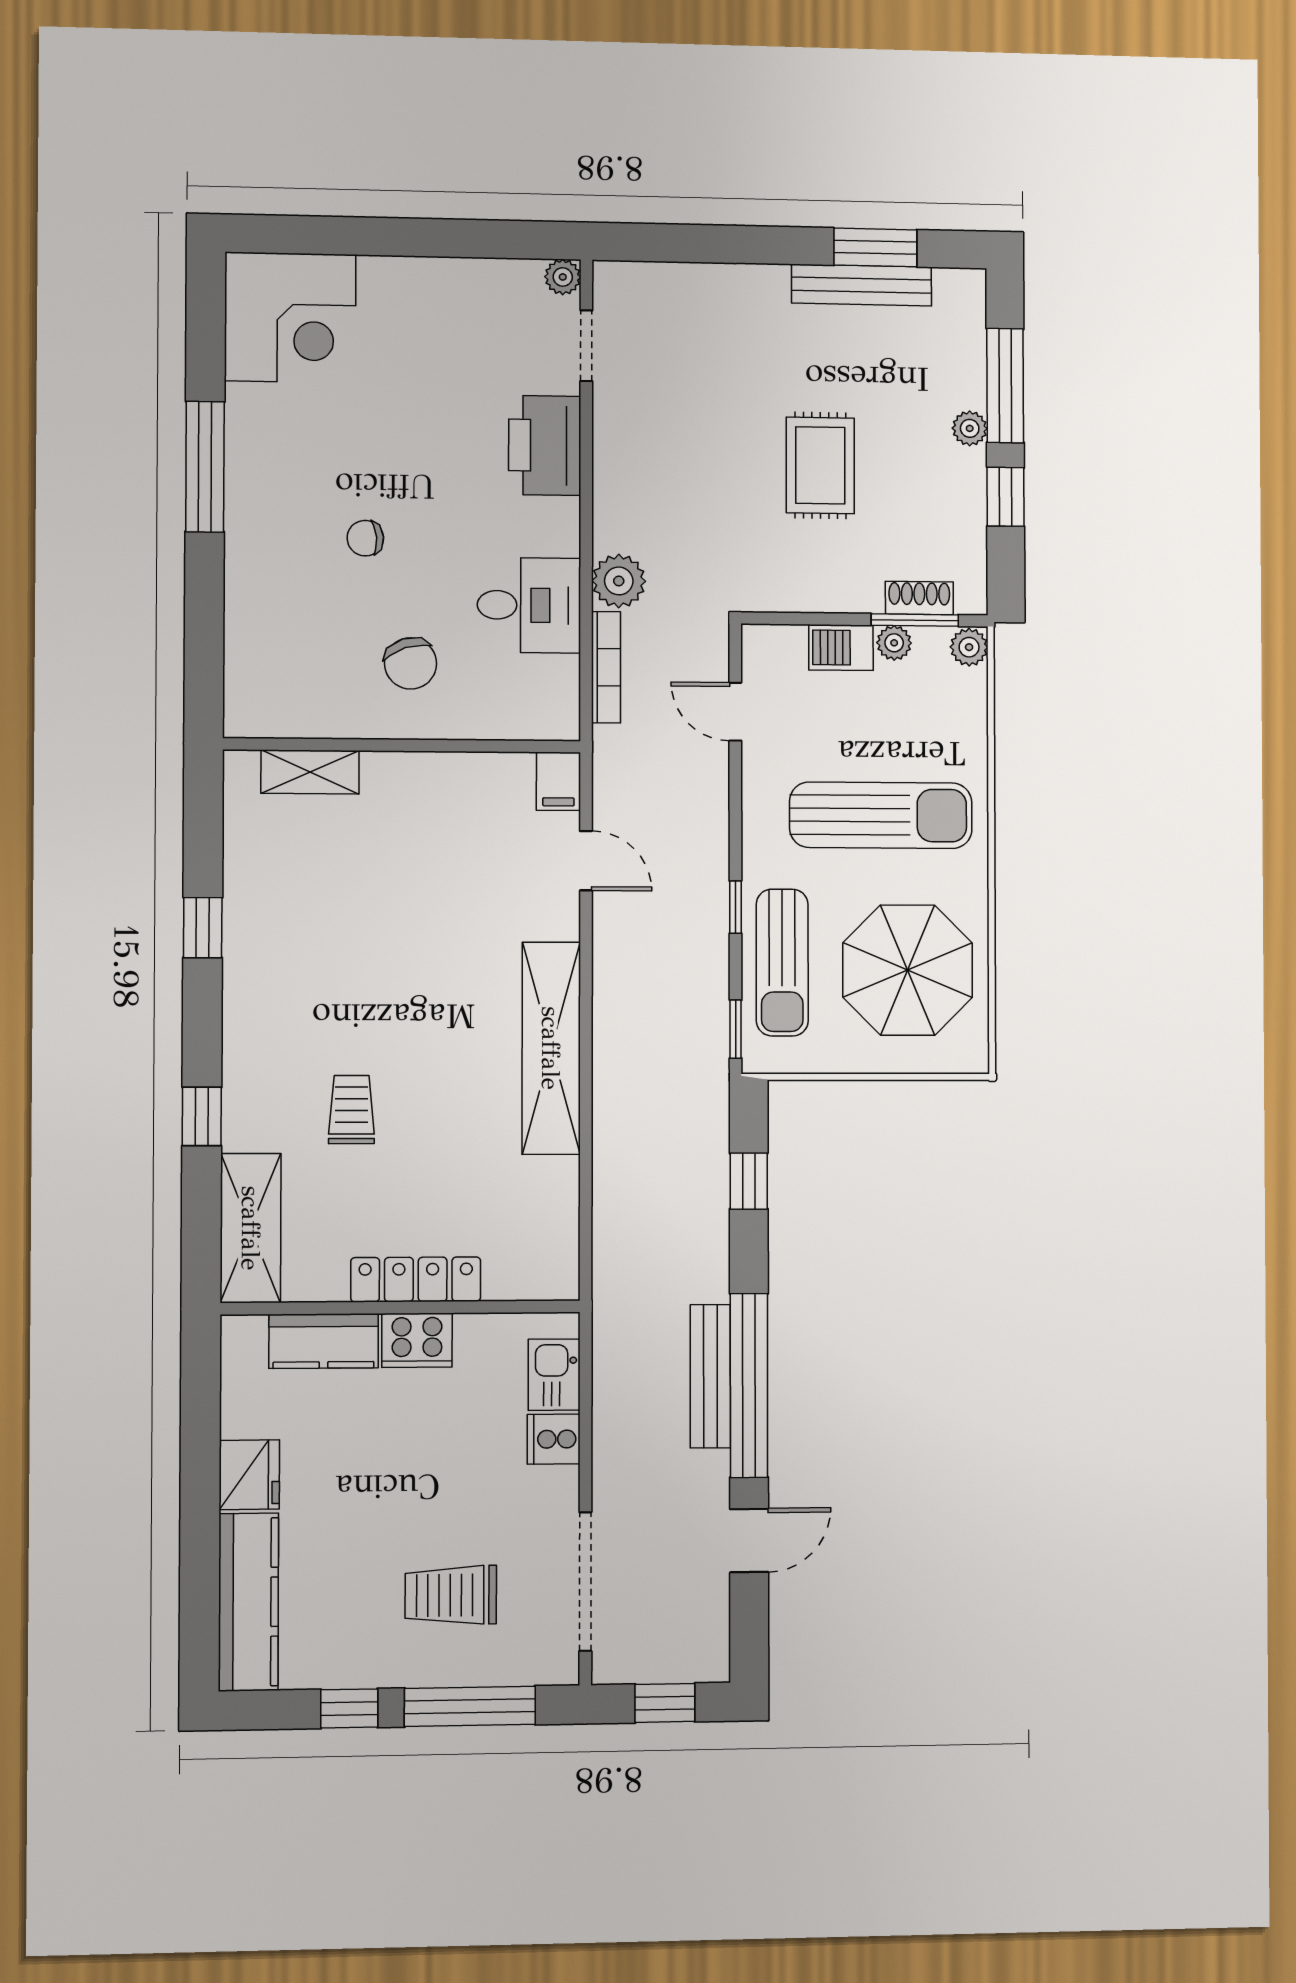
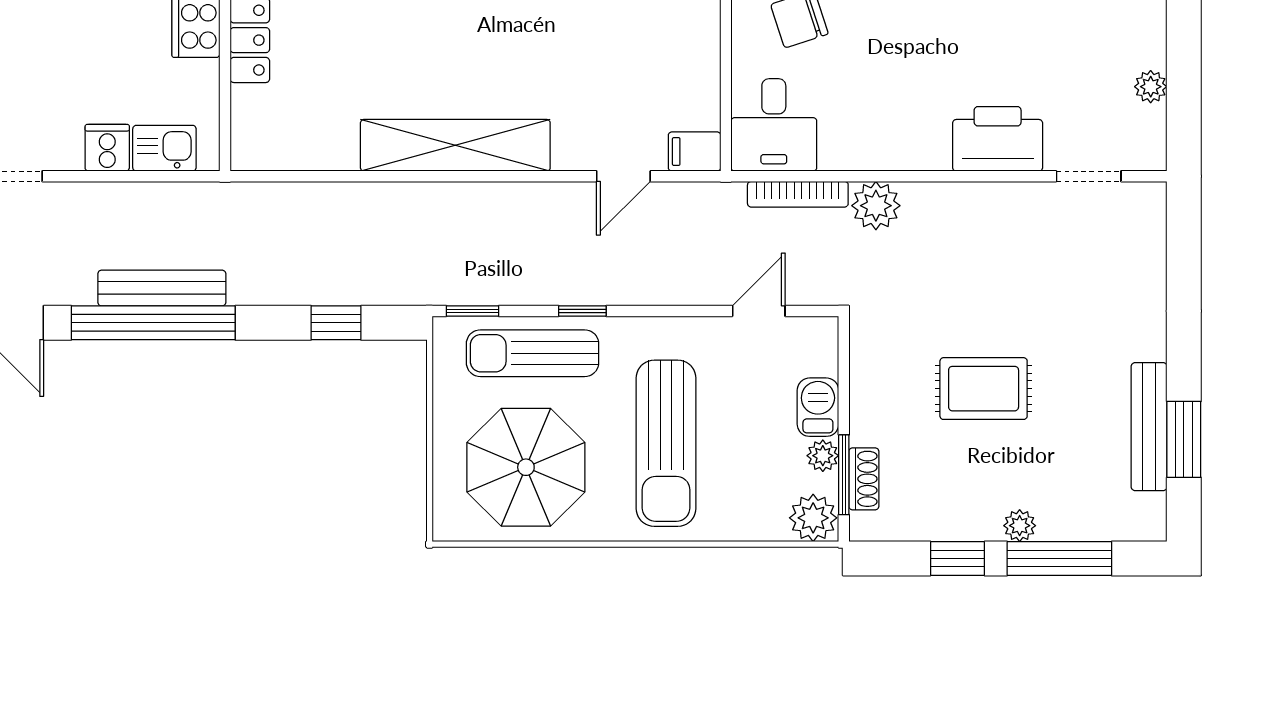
plant: (563, 277) -> (1151, 87), moved
desk: (529, 605) -> (774, 125), moved
plant: (969, 647) -> (813, 518), width x1.38, depth x1.38

